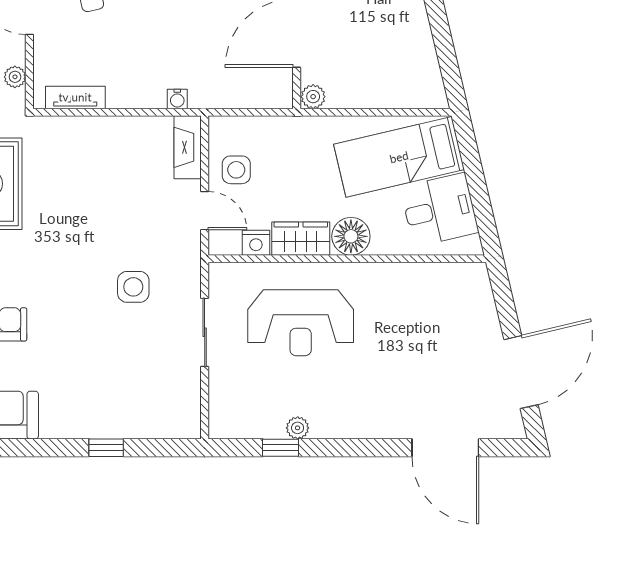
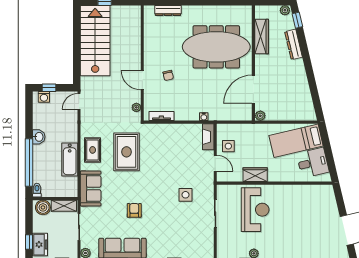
floor lamp: (351, 236) -> (276, 174), removed
nightstand: (256, 243) -> (237, 176), removed
reception desk: (301, 323) -> (255, 210), turned -90

